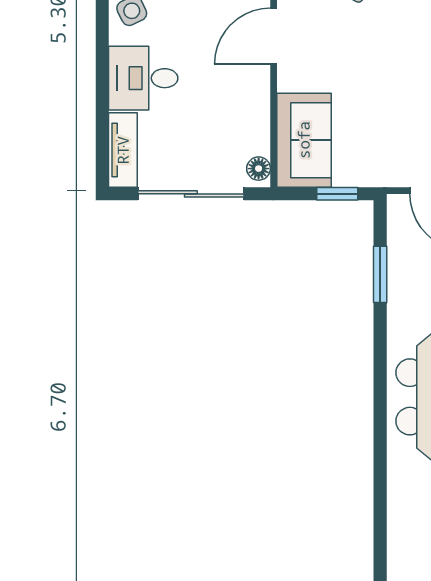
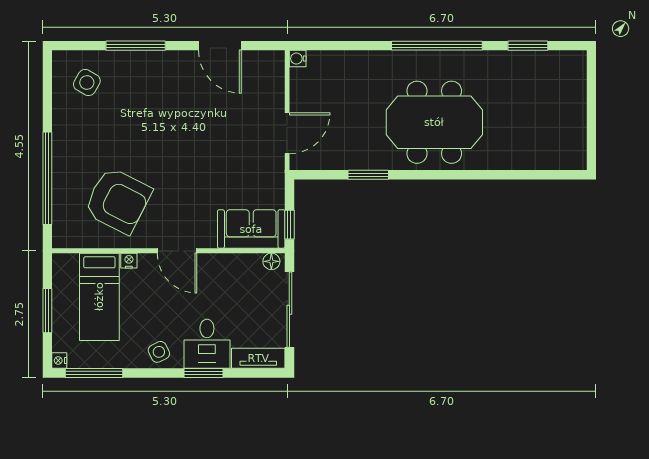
window: (102, 73) -> (203, 373), added
window: (337, 194) -> (289, 225), moved
window: (380, 274) -> (368, 175), moved

